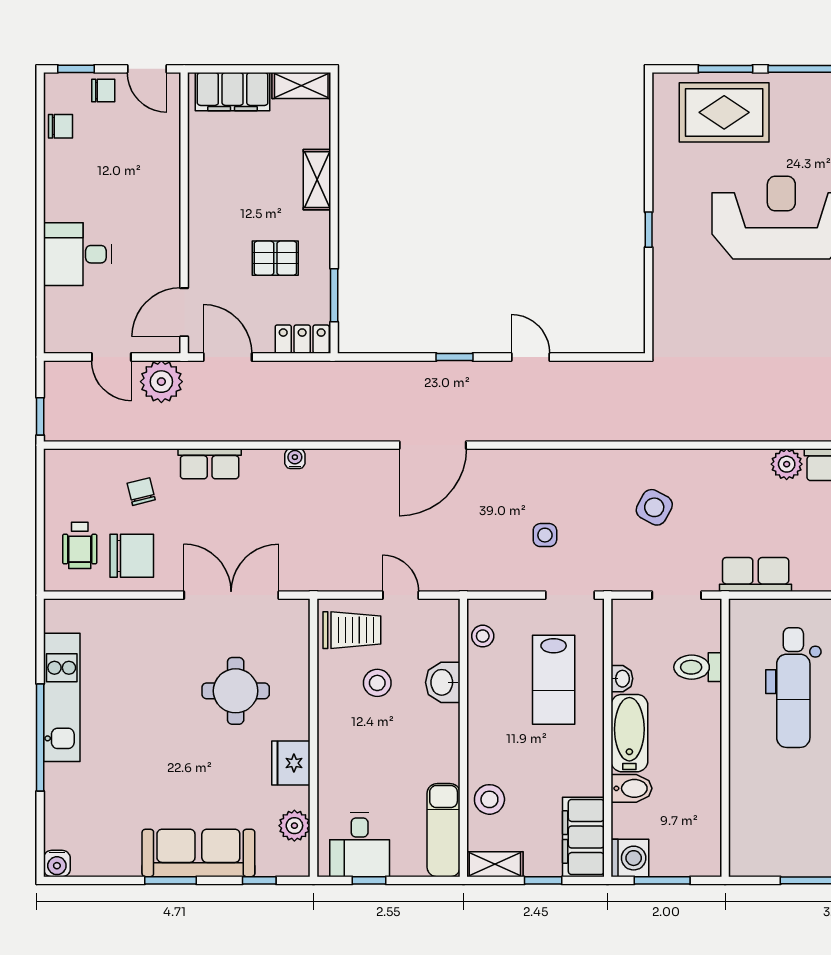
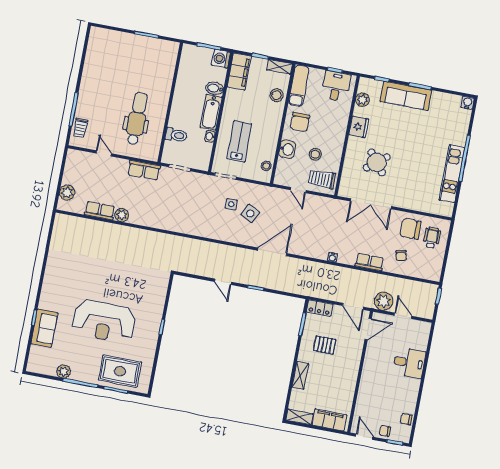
side table: (654, 507) -> (250, 213), moved
round table: (236, 691) -> (377, 162), turned -38
chair: (426, 749) -> (300, 122), added

